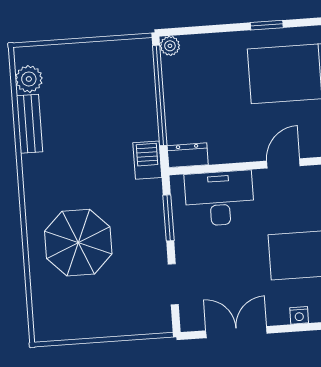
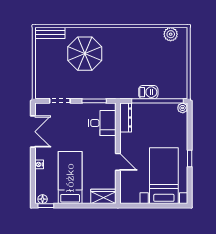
bench: (29, 124) -> (50, 33), moved
dresser: (188, 155) -> (126, 117), width x1.44
barbecue: (147, 160) -> (148, 92), moved
desk: (219, 198) -> (102, 123), width x0.73

